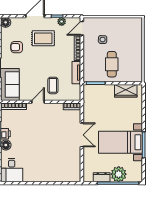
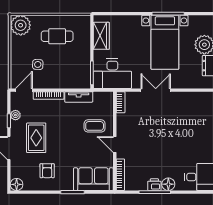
plant: (134, 26) -> (21, 25), added
door: (82, 28) -> (24, 90), swing flipped
cafe table: (112, 64) -> (57, 36), moved
desk: (95, 100) -> (112, 74), added

